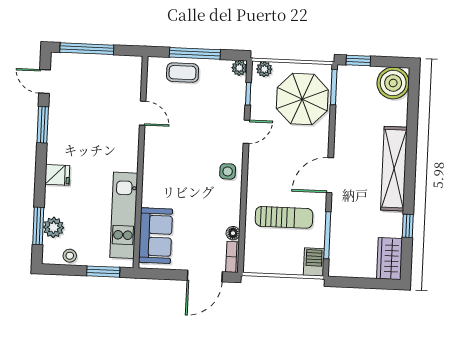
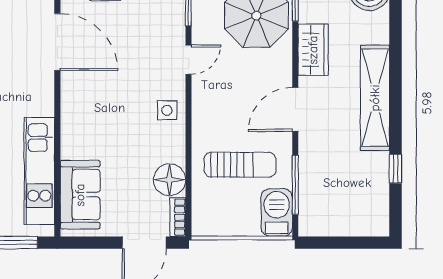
door: (143, 113) -> (57, 42), width x1.87
floor lamp: (233, 233) -> (169, 180), width x1.89, depth x1.89
wardrobe: (390, 259) -> (313, 50), moved, turned 180
barbecue: (314, 262) -> (277, 212), width x1.38, depth x1.27

